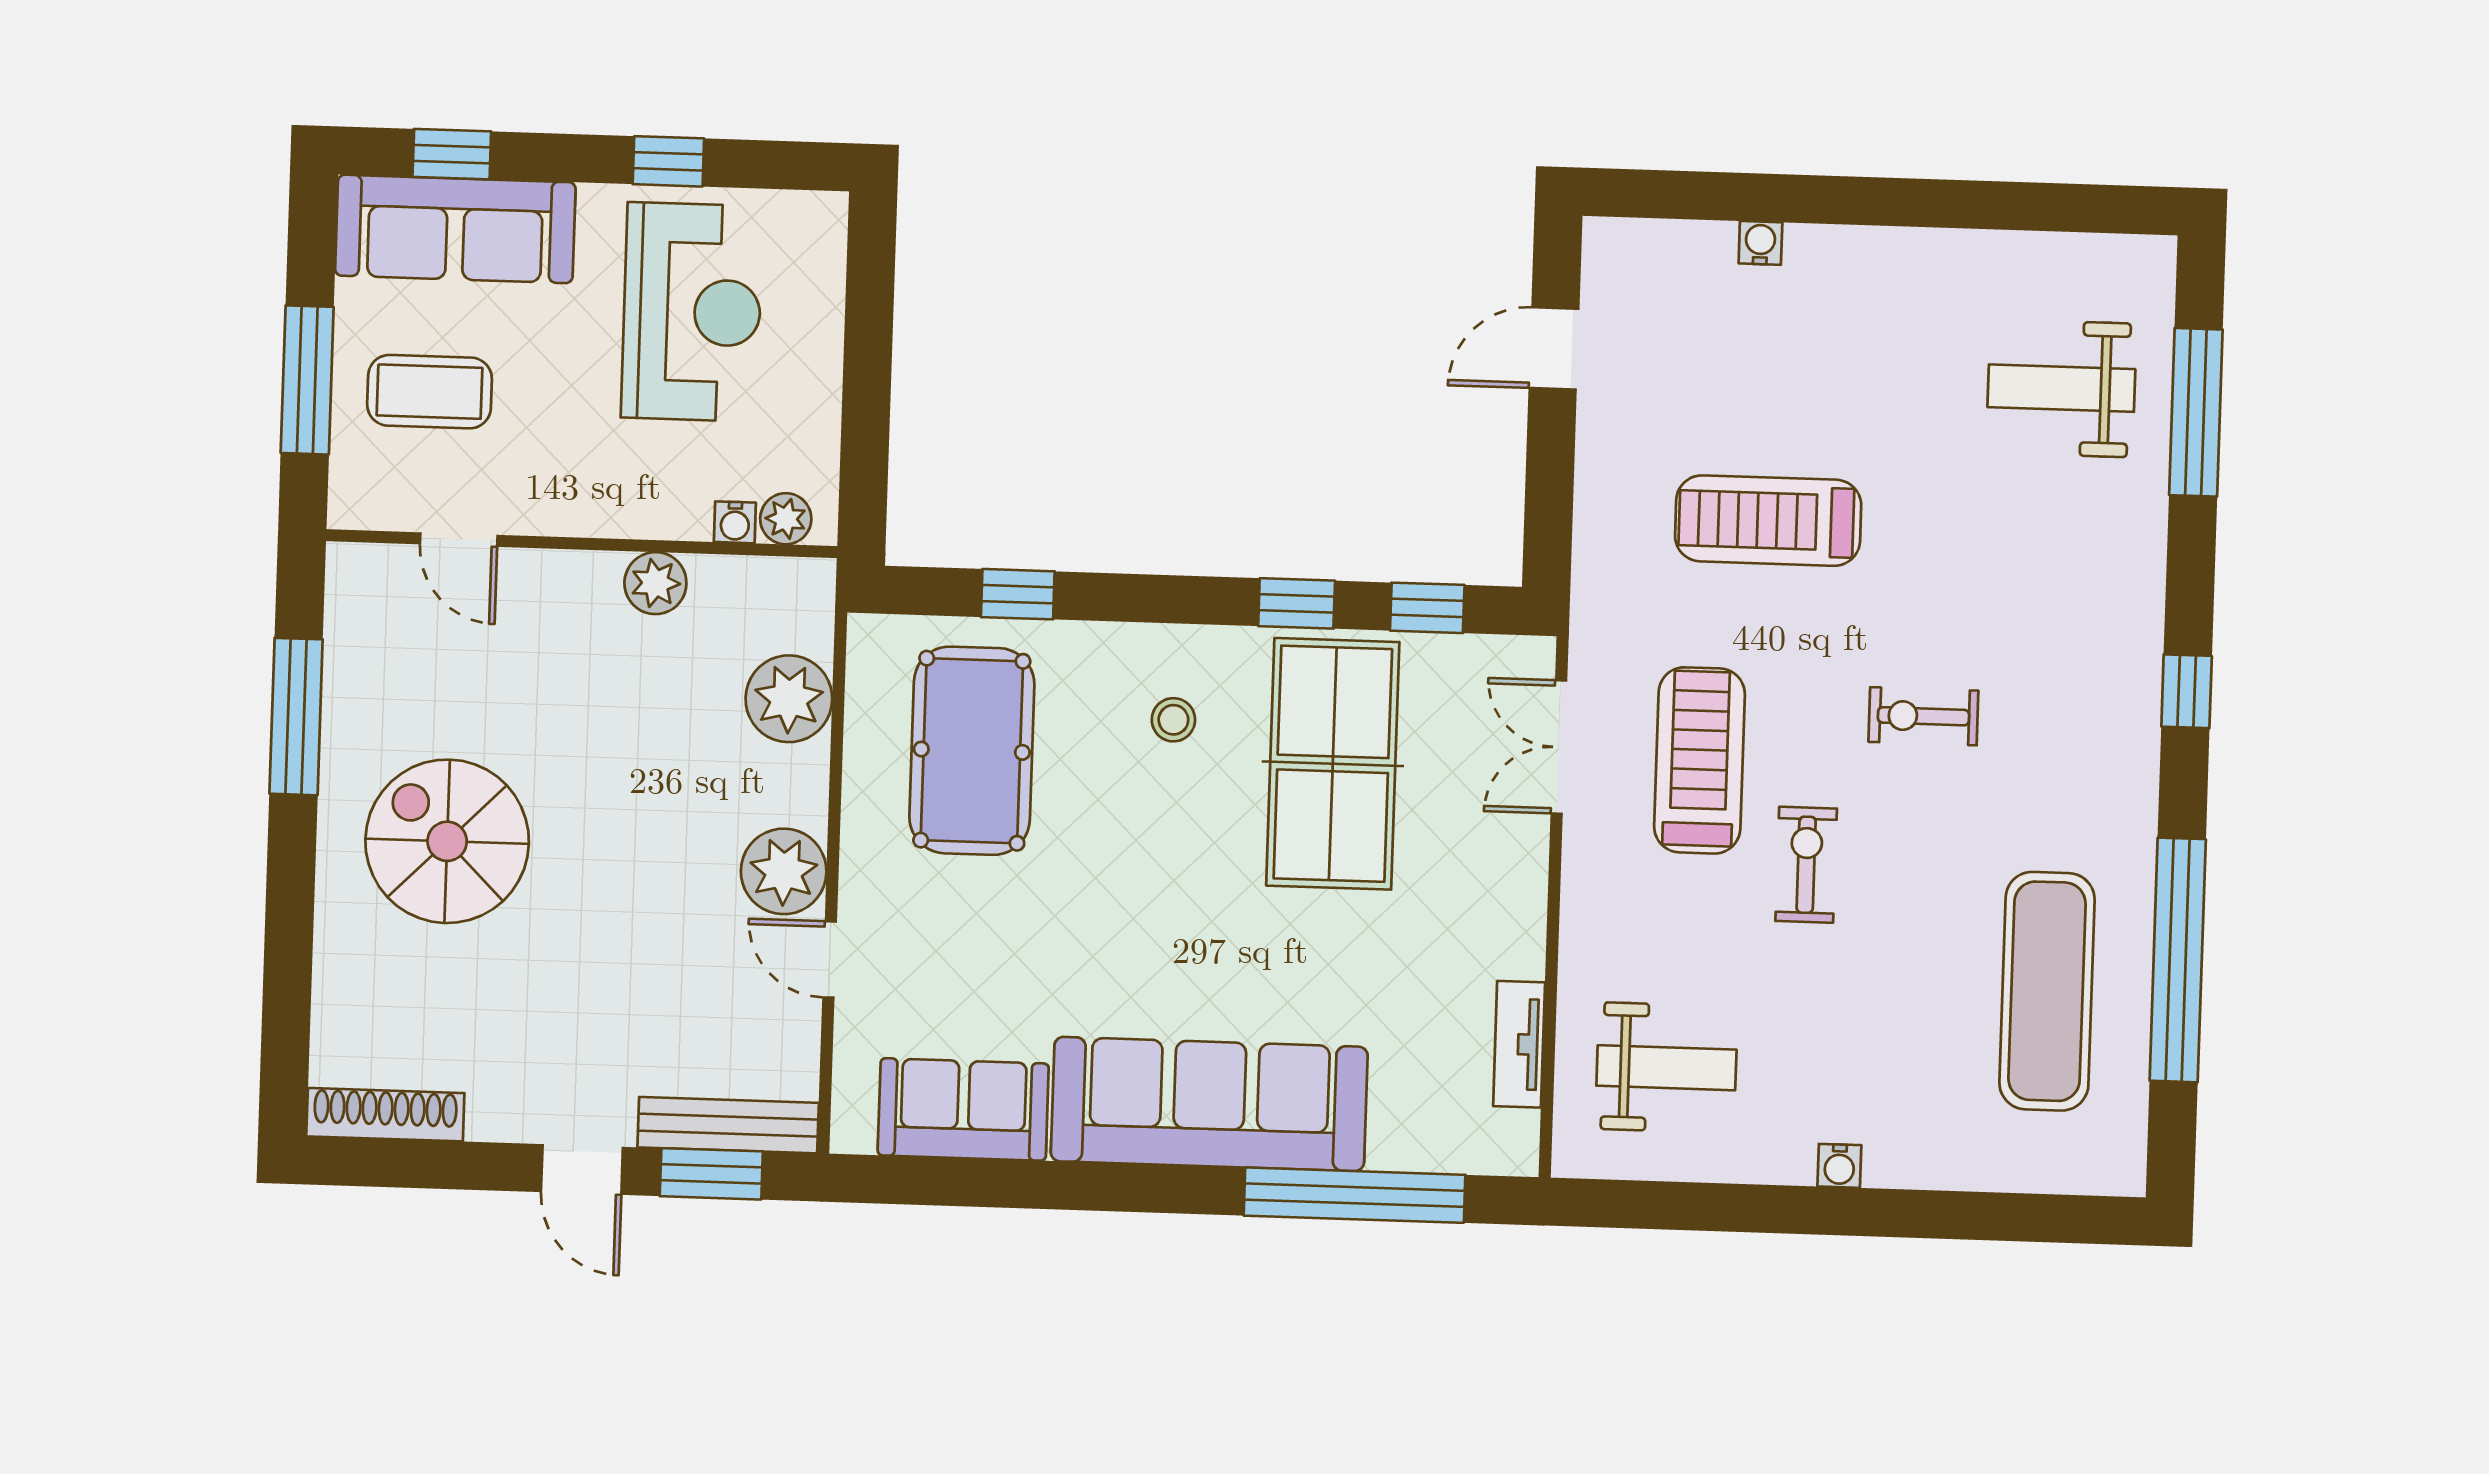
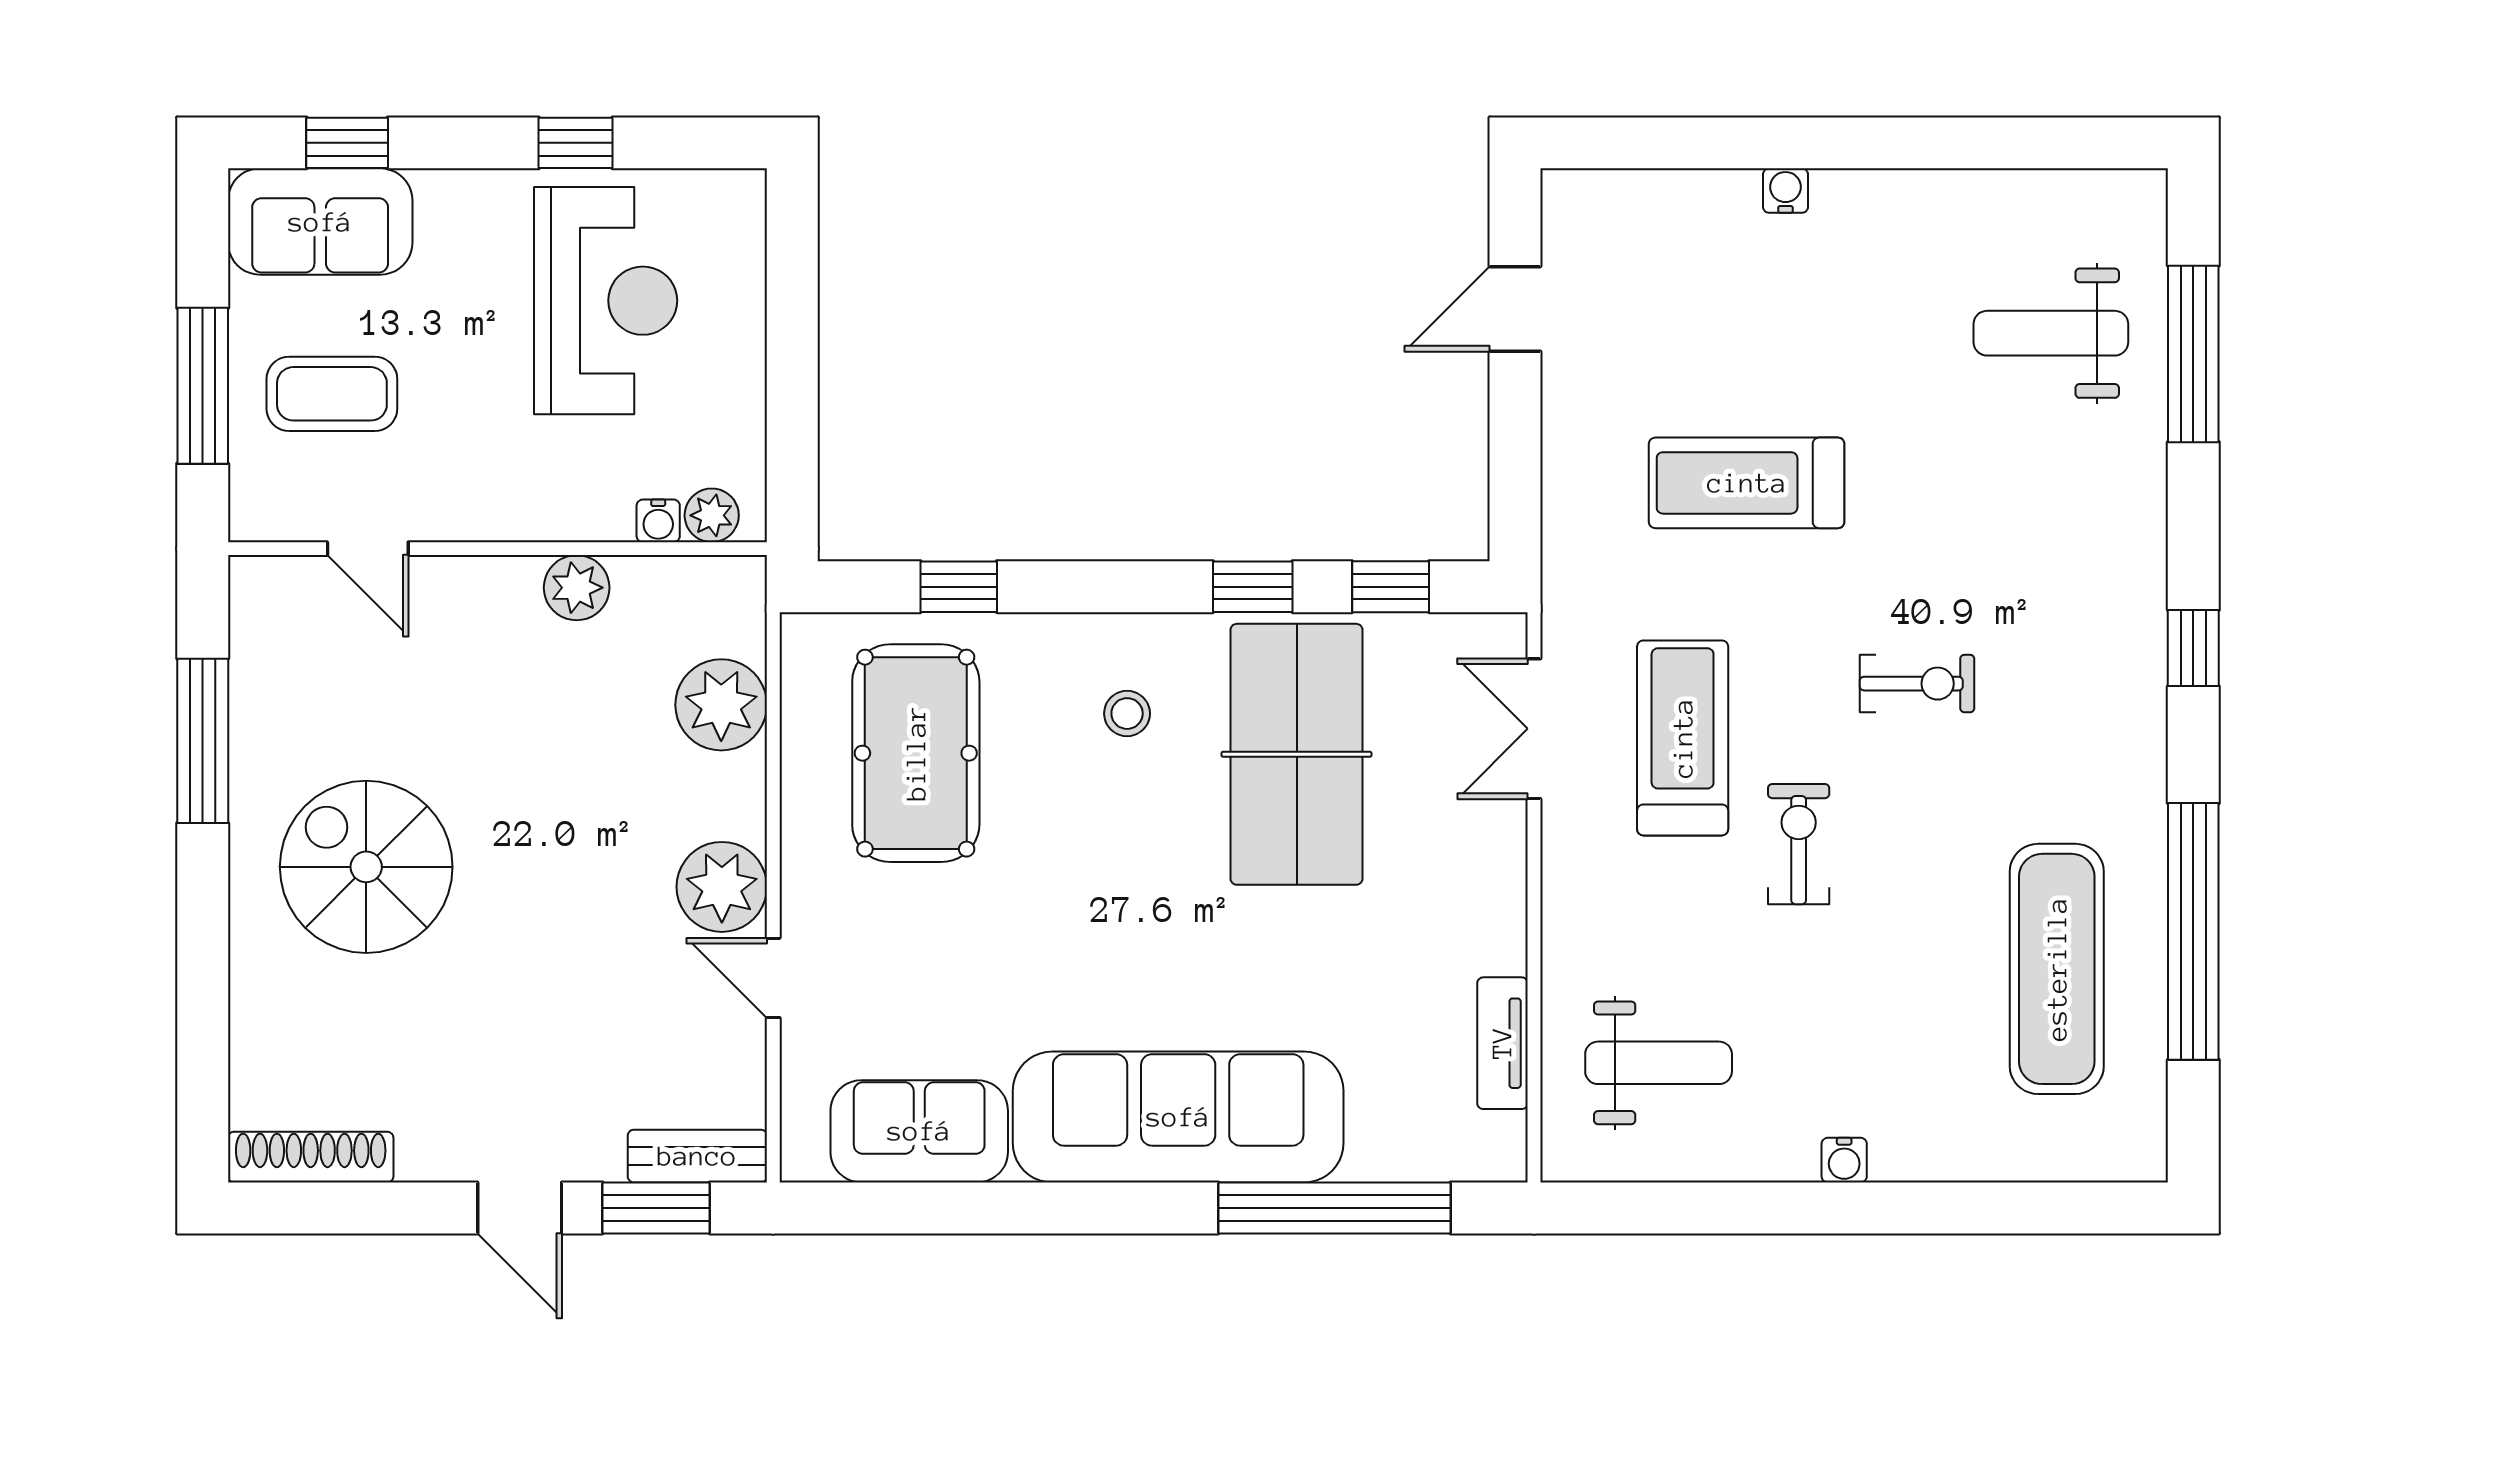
sofa: (455, 229) -> (320, 222), width x0.73
water cooler: (1760, 243) -> (1785, 191), moved
exercise bike: (1923, 716) -> (1917, 684), turned 180
bench: (728, 1125) -> (697, 1156), width x0.73

